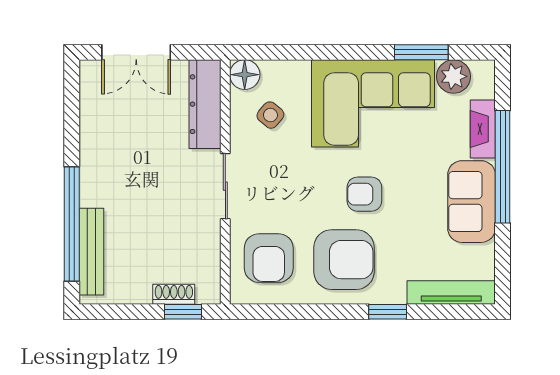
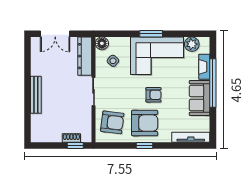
window: (421, 52) -> (151, 34), moved
armchair: (364, 194) -> (153, 95), turned 180
window: (72, 224) -> (27, 108), removed
bench: (91, 252) -> (36, 95), moved
armchair: (269, 258) -> (112, 122), turned -83
window: (388, 312) -> (144, 145), moved

